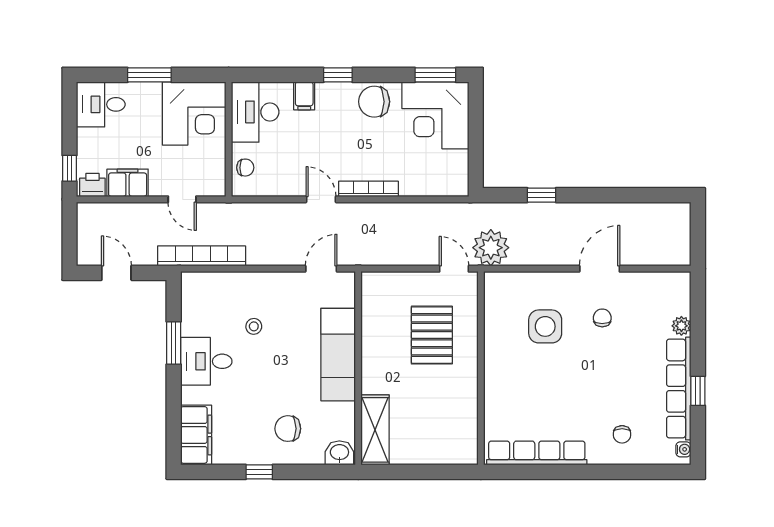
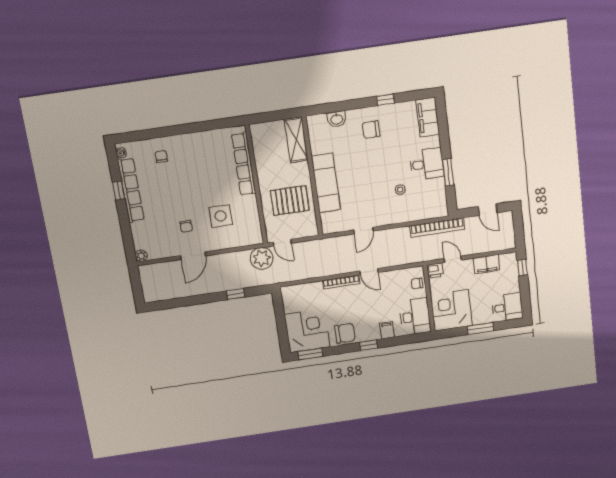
printer: (92, 185) -> (435, 270), moved
plant: (681, 326) -> (141, 256), moved
pallet: (432, 335) -> (290, 200), turned 90
exam couch: (338, 355) -> (326, 183), moved
wall: (358, 368) -> (312, 176), moved
chair: (288, 429) -> (371, 130), turned 180
shelving: (375, 430) -> (296, 140), moved
row of seats: (537, 453) -> (244, 164), moved, turned 90

